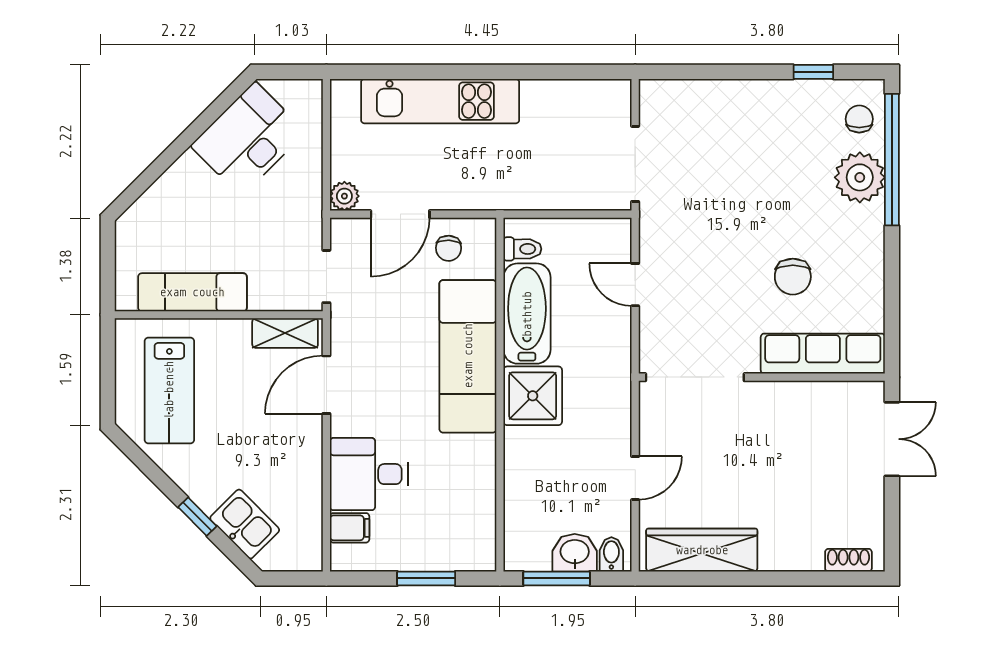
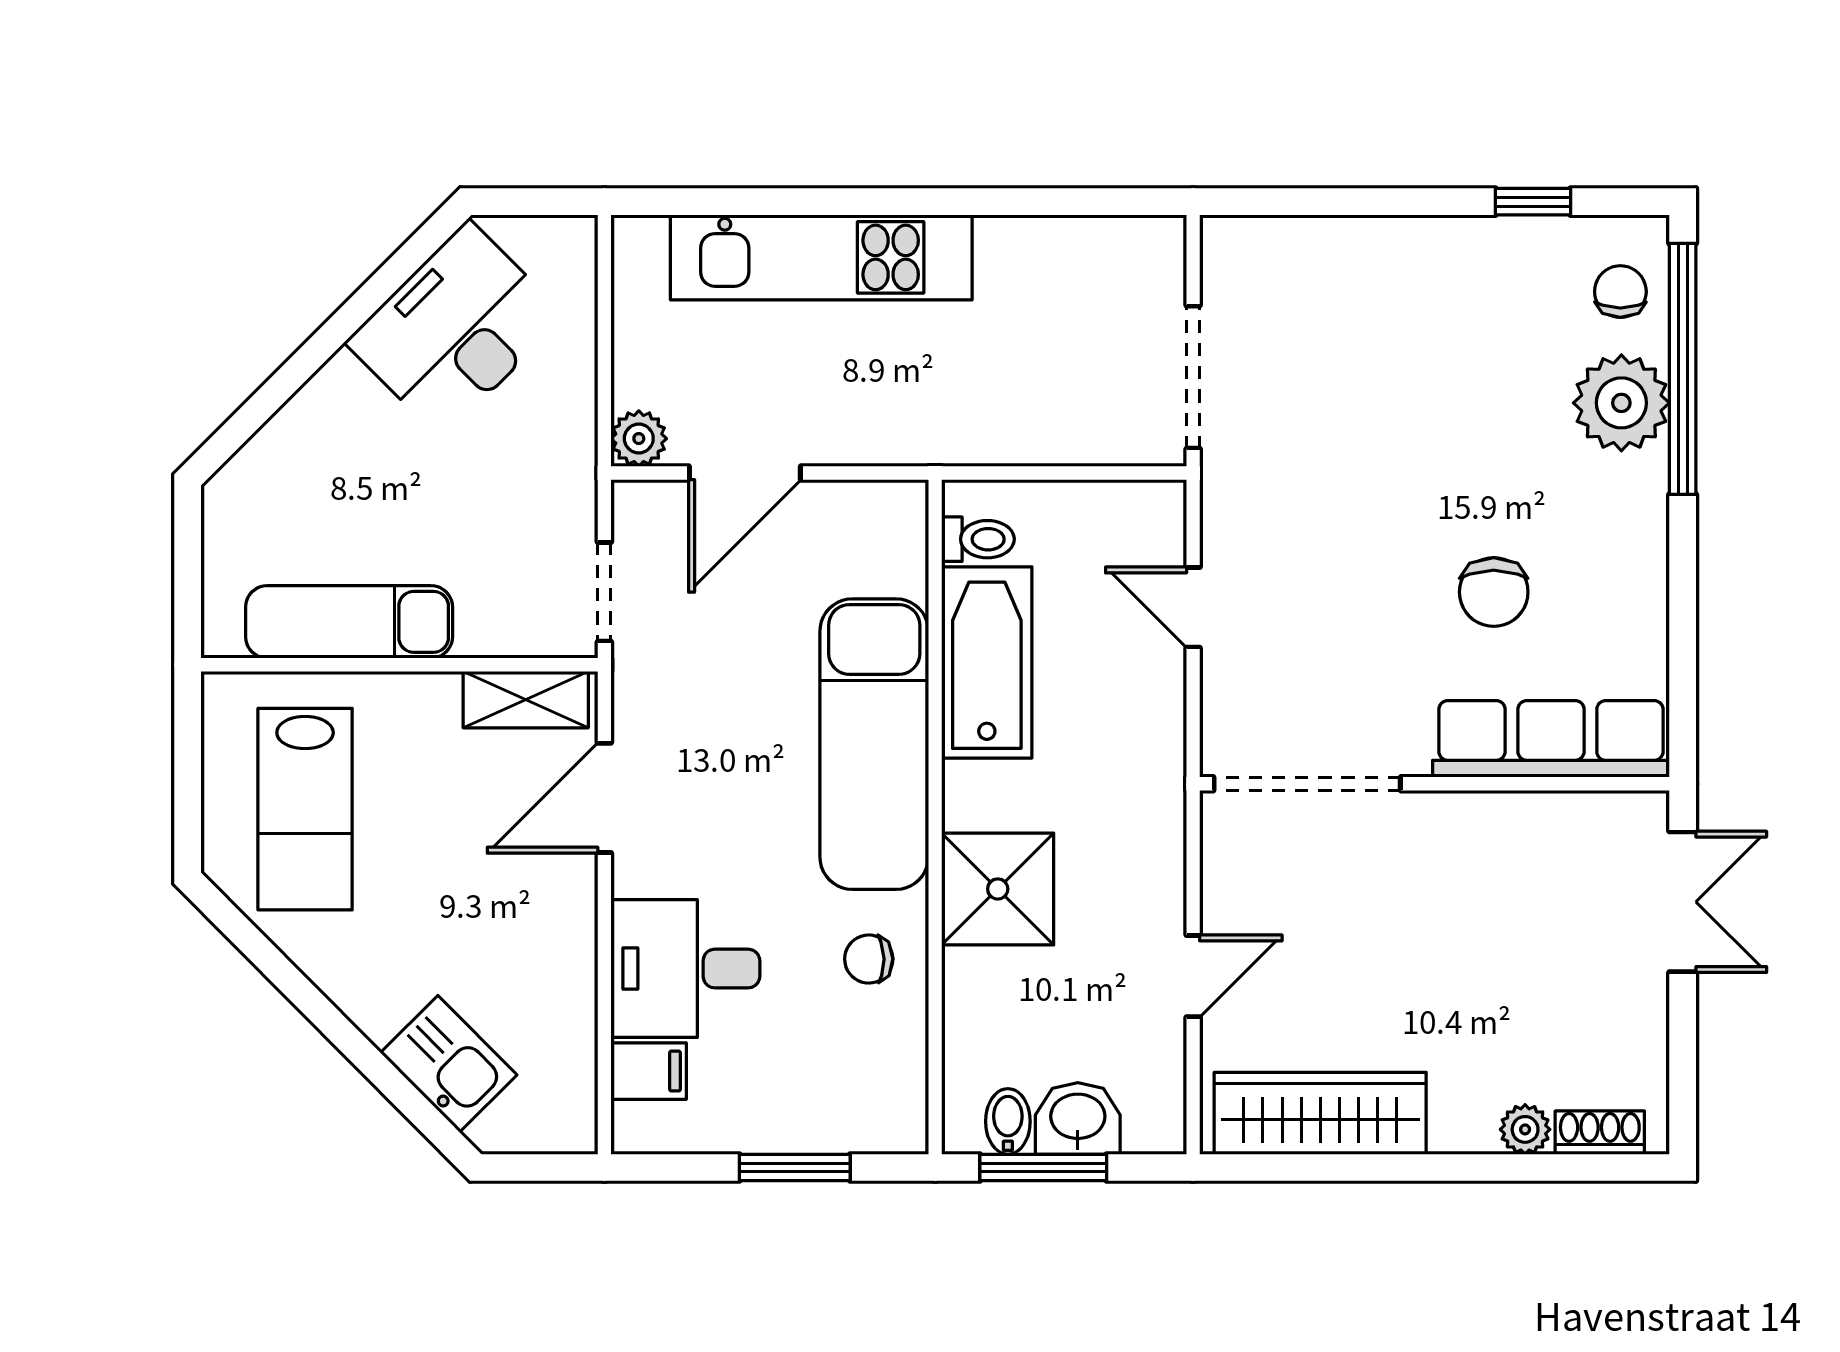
chair: (449, 248) -> (869, 959), moved, turned 87
shower: (533, 396) -> (998, 889), moved
window: (197, 517) -> (358, 1050), removed
bidet: (611, 554) -> (1008, 1121), moved
plant: (809, 558) -> (1525, 1129), added

